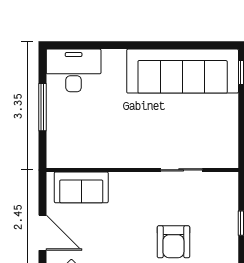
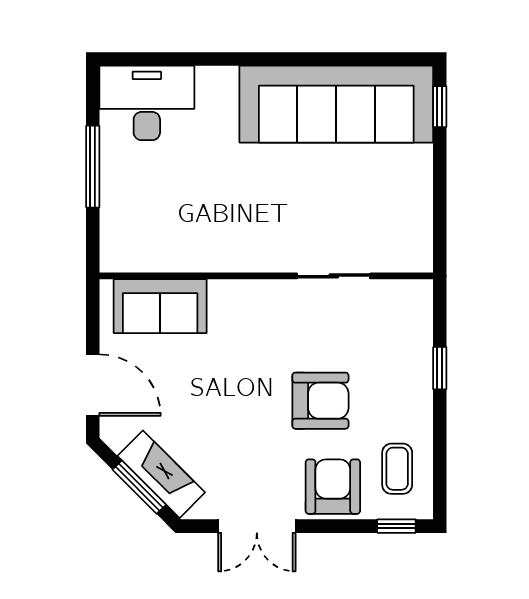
armchair: (173, 242) -> (320, 401), turned -90

